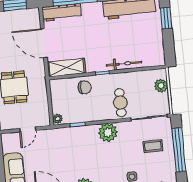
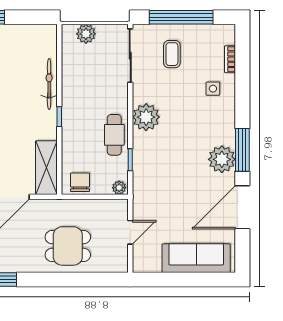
chair: (85, 87) -> (80, 182), moved
cafe table: (120, 103) -> (114, 135), moved, turned 90
door: (28, 129) -> (130, 232), hinge flipped

